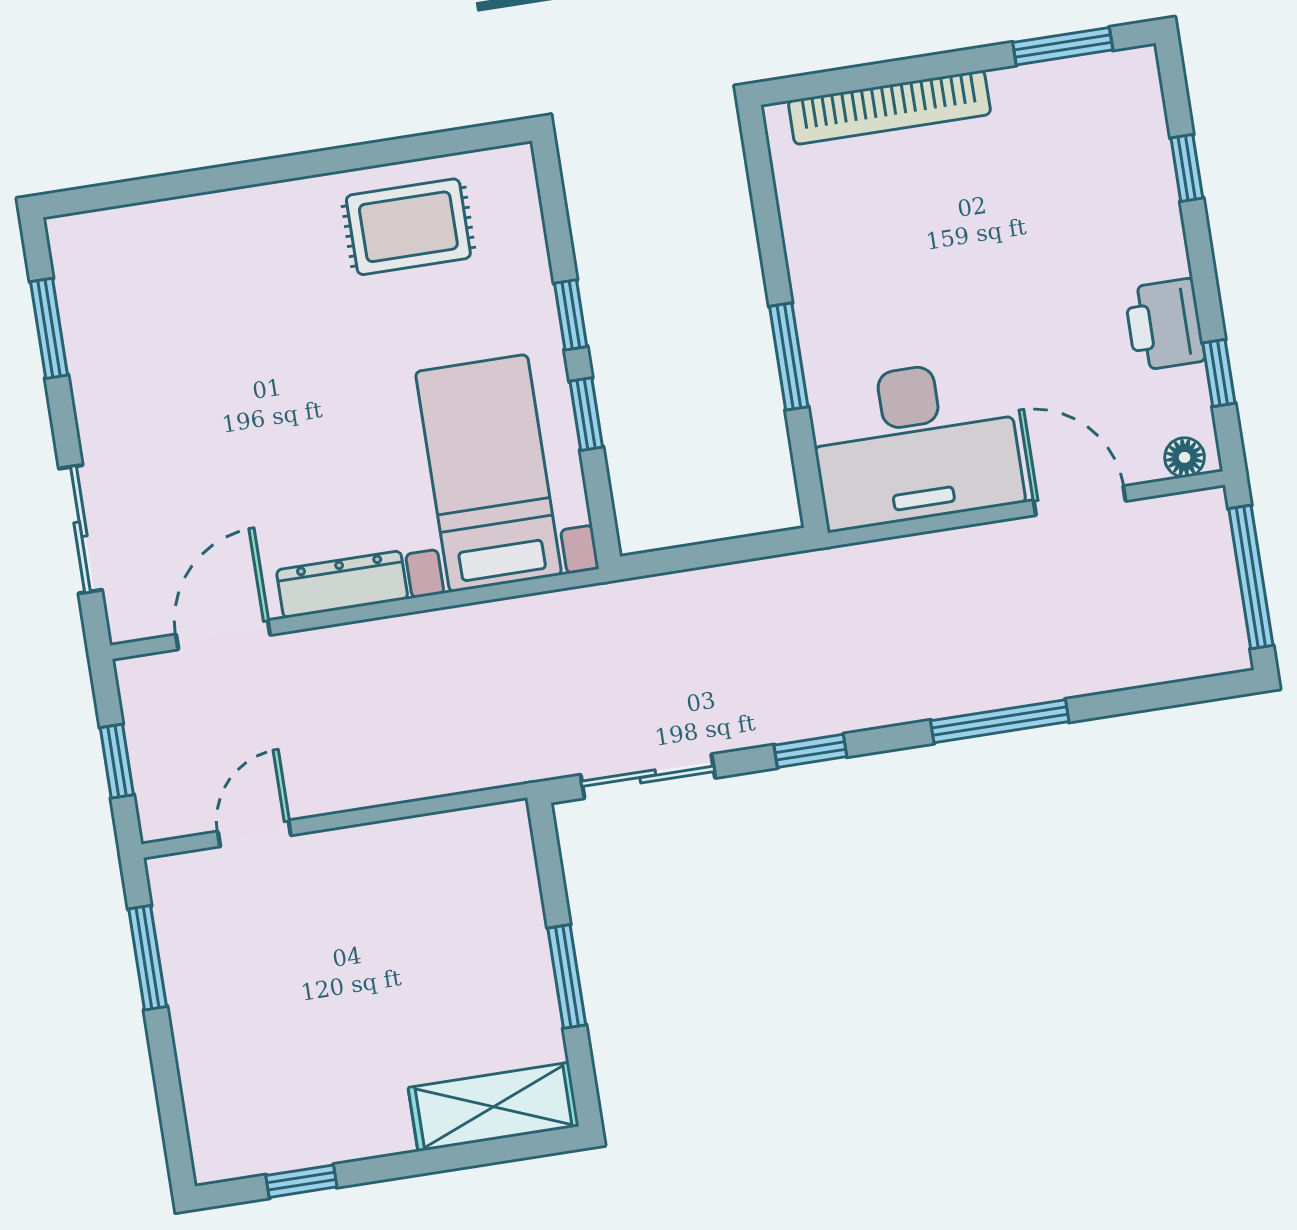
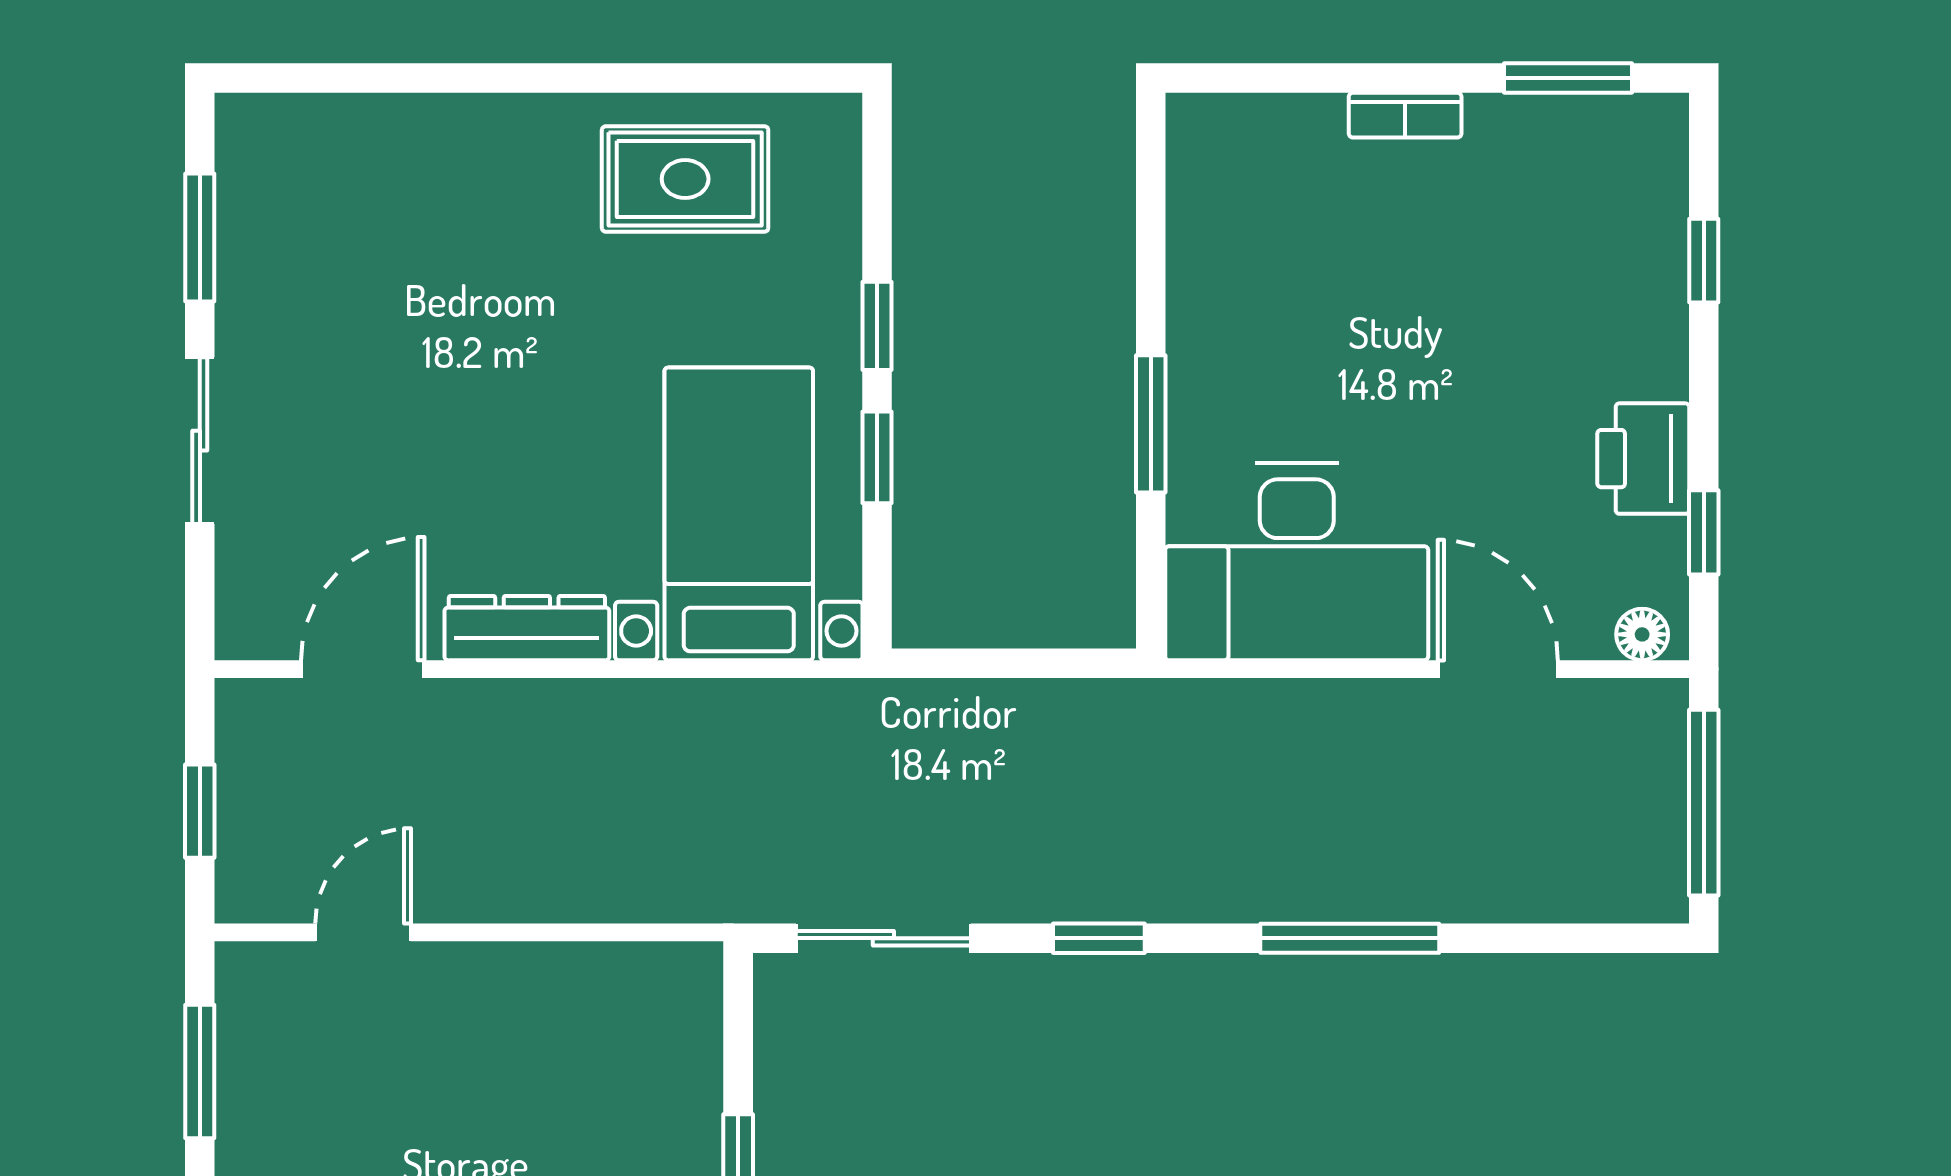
bookcase: (889, 107) -> (1405, 115), width x0.43, depth x0.76
sliding door: (80, 529) -> (200, 441), moved

